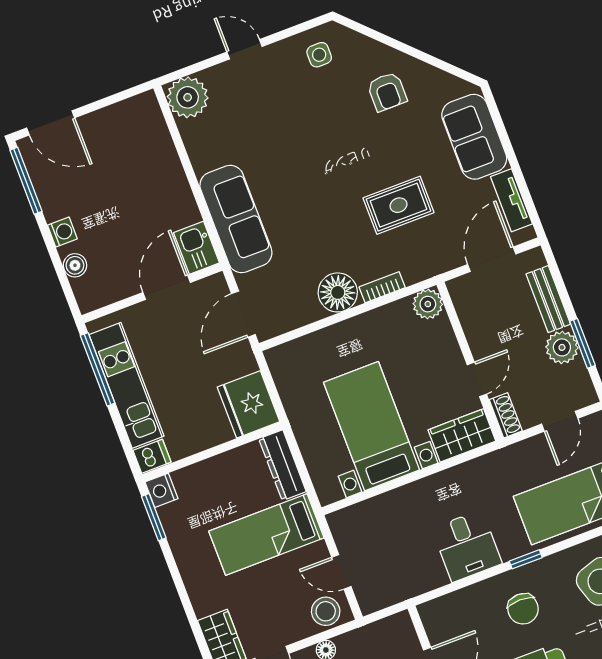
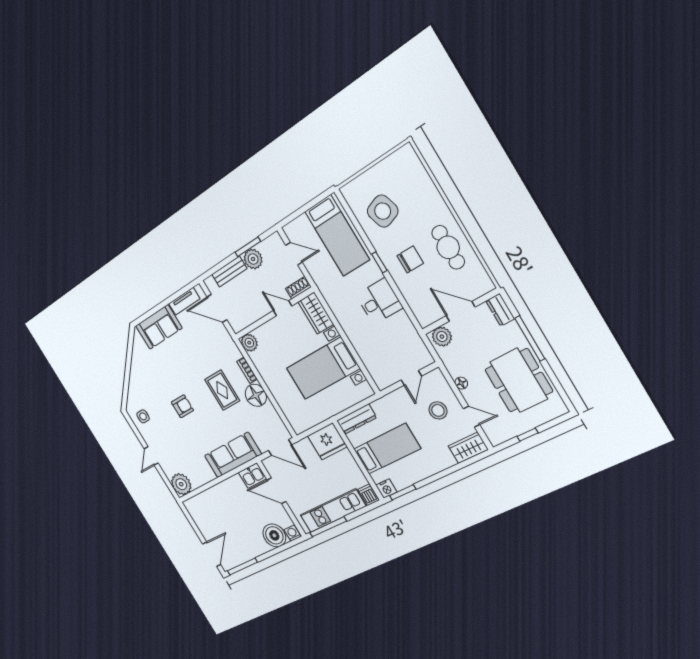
armchair: (387, 92) -> (182, 406), moved
rug: (398, 205) -> (222, 390), moved
washing machine: (62, 232) -> (293, 533), moved
boiler: (75, 265) -> (274, 535), width x1.86, depth x1.86
bed: (266, 535) -> (387, 449), moved, turned -90
stool: (326, 611) -> (438, 410), moved
plant: (401, 634) -> (442, 337), added

